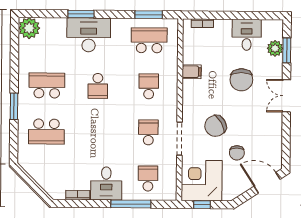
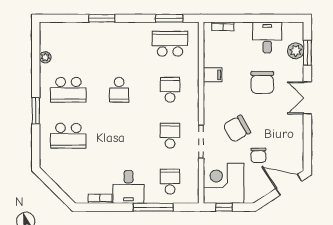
plant: (29, 28) -> (45, 57), moved, width x0.53, depth x0.53
desk: (89, 35) -> (110, 39), removed
school desk: (47, 85) -> (68, 90), turned 180

